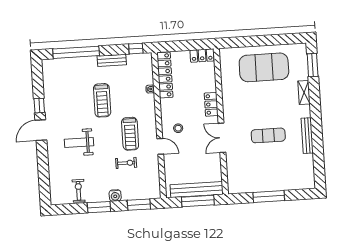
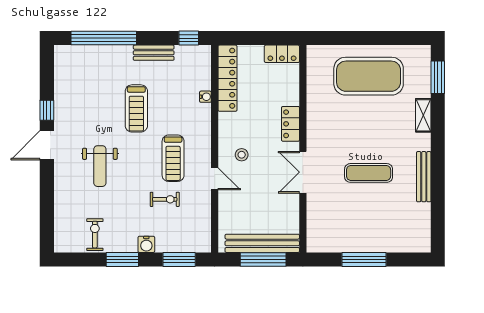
weight bench: (79, 142) -> (100, 166), turned -90

